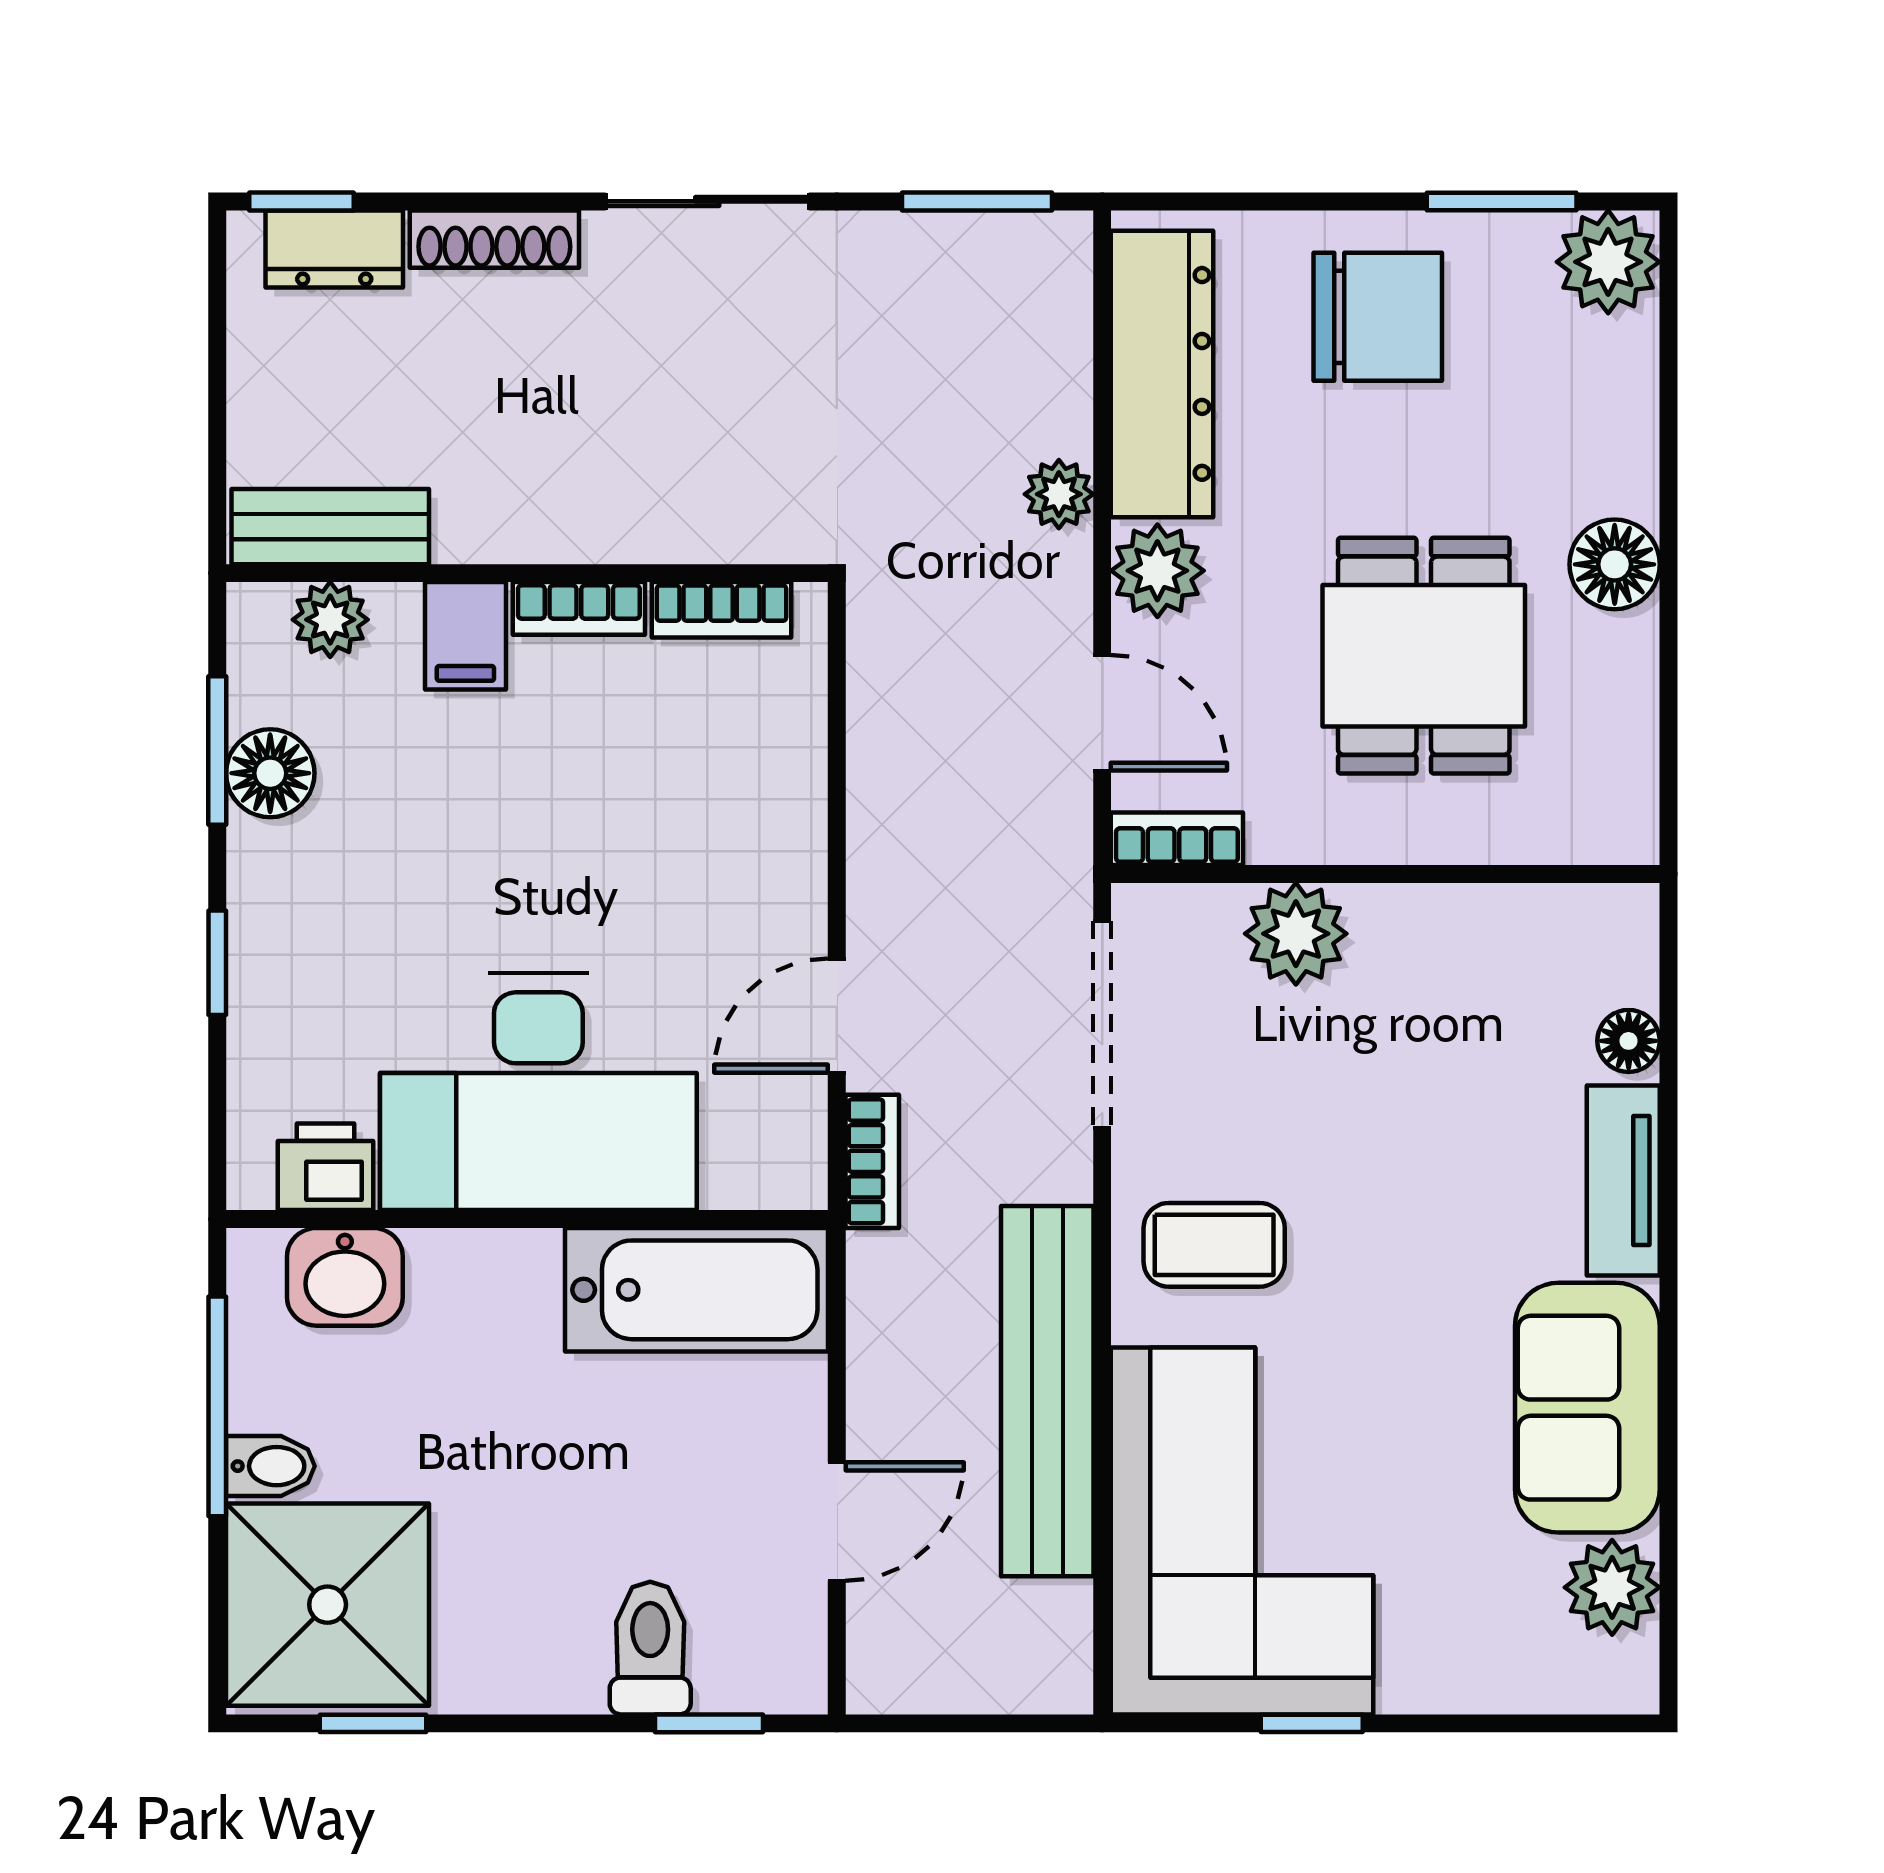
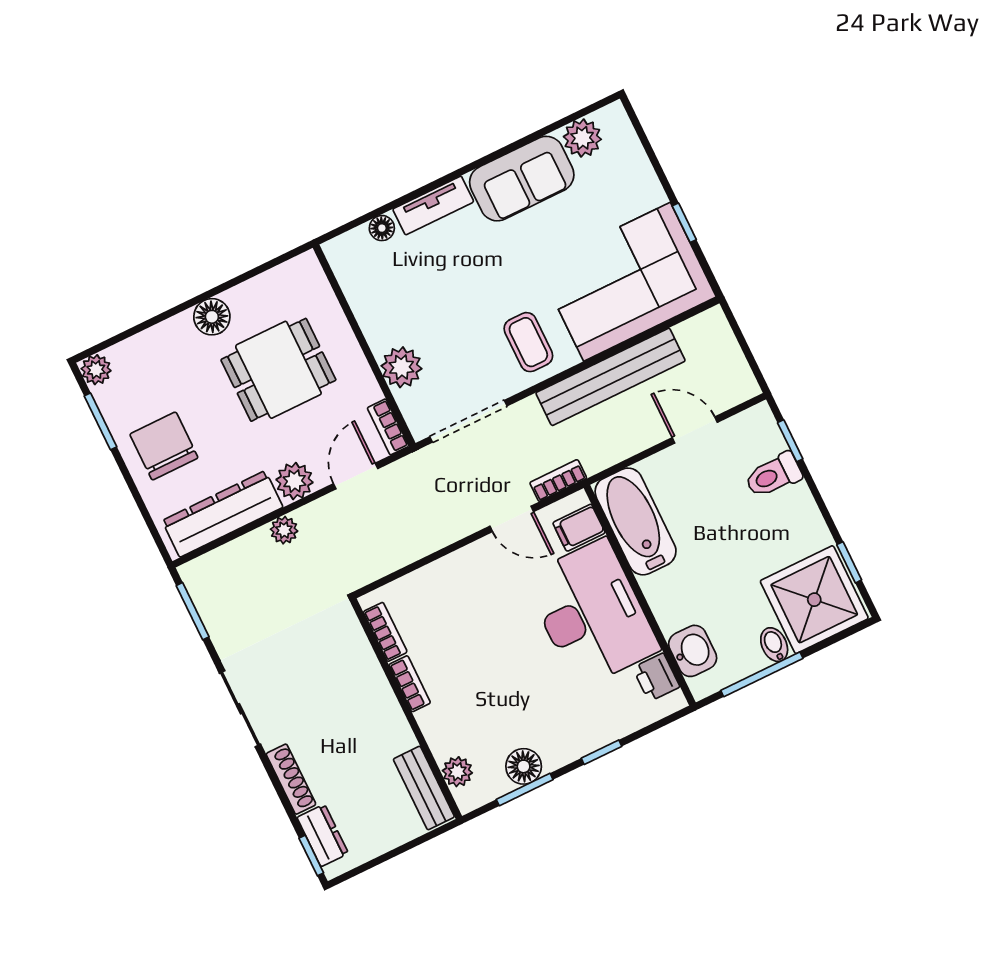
plant: (1608, 262) -> (96, 370), width x0.73, depth x0.73
filing cabinet: (465, 636) -> (579, 528), moved, turned 180

